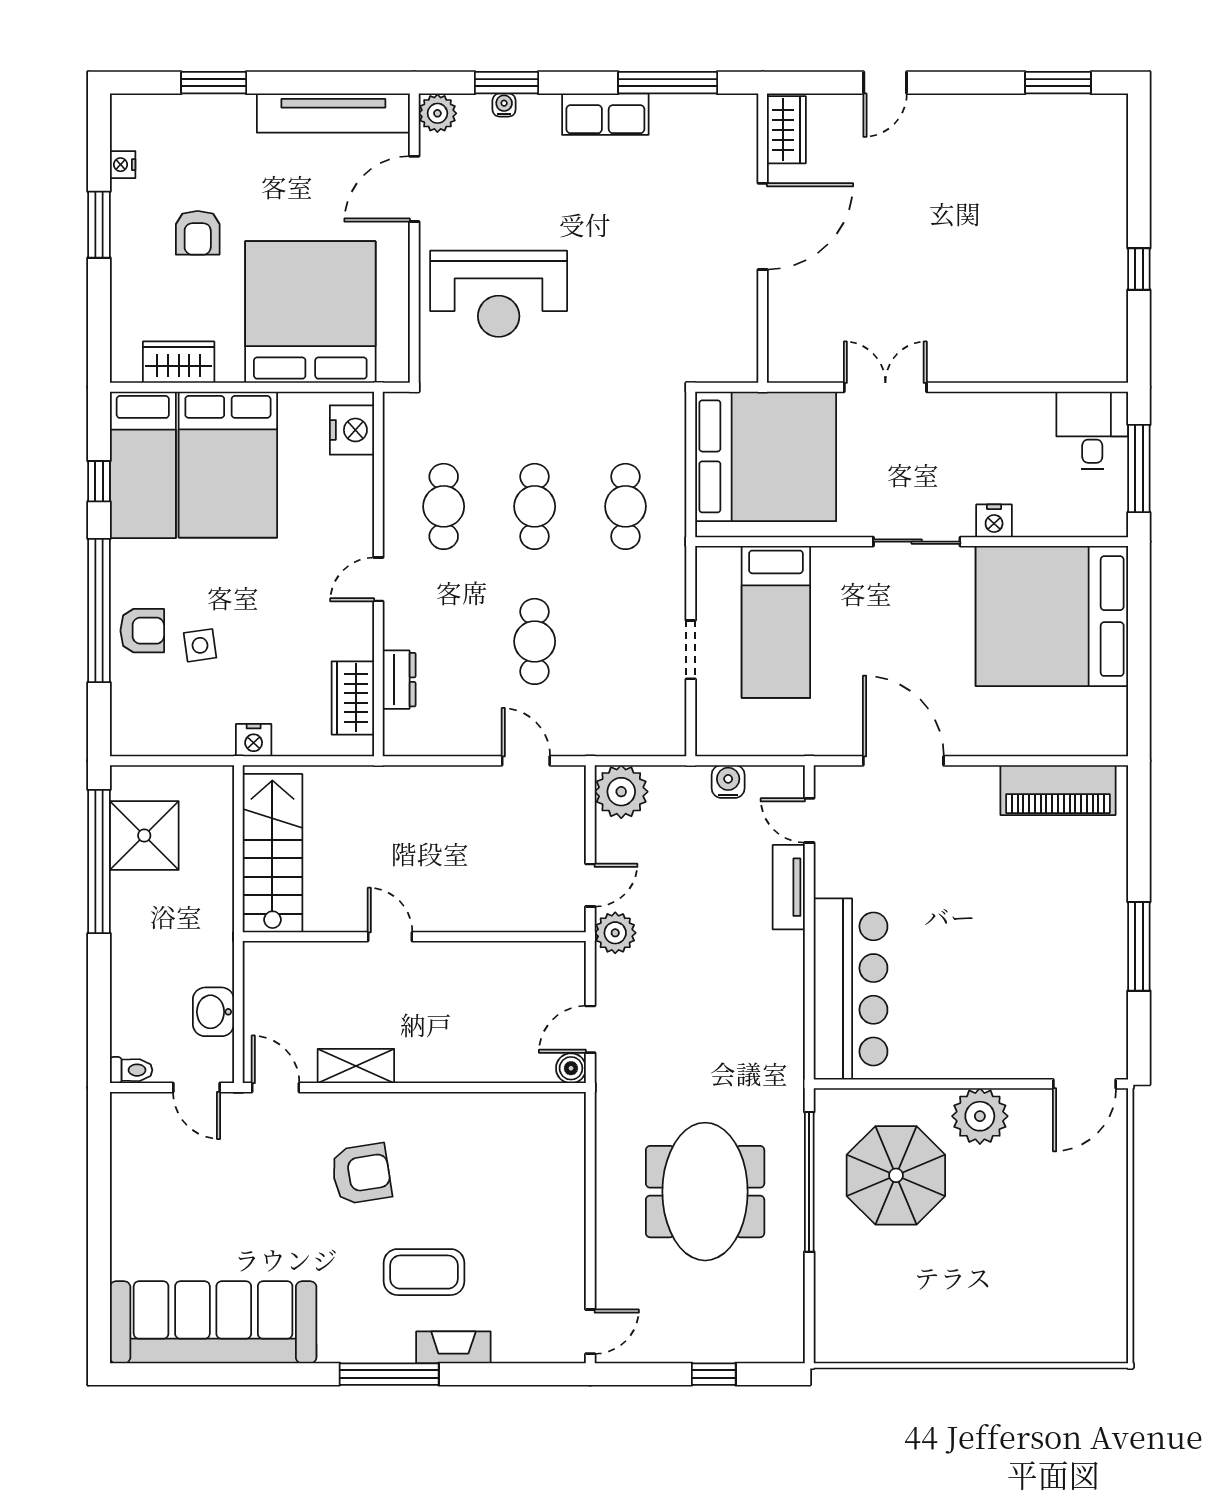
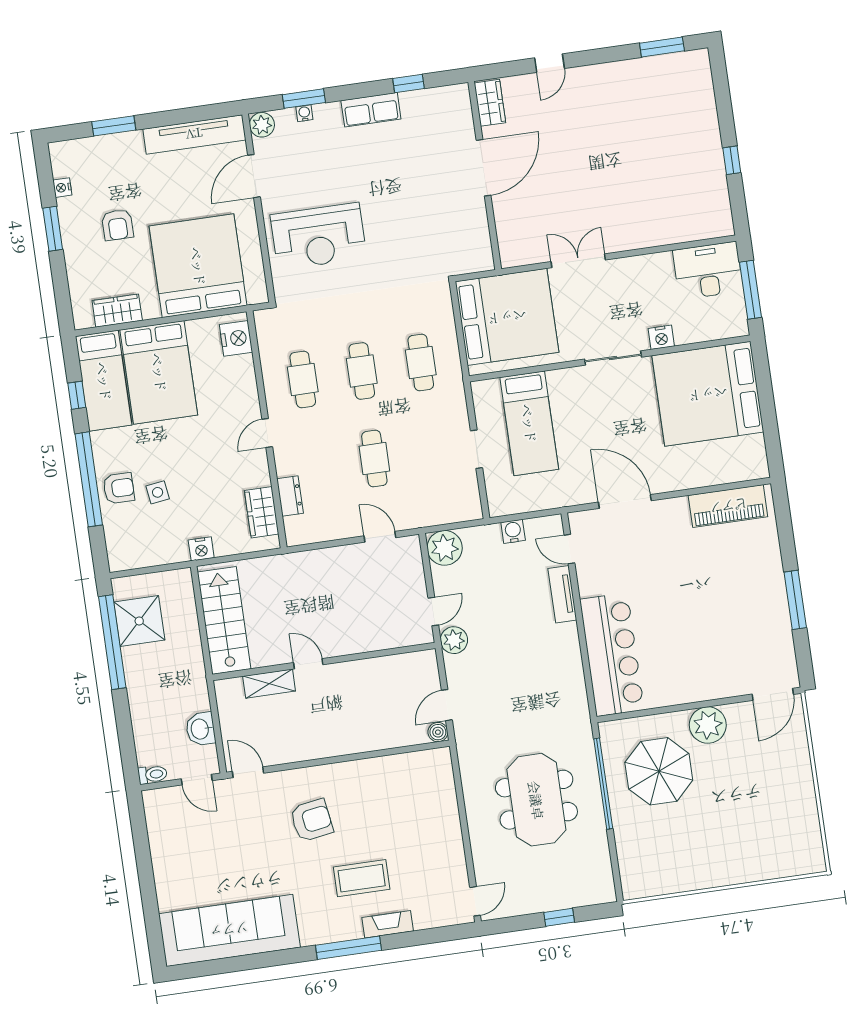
window: (668, 83) -> (408, 83), width x0.46
desk: (1092, 430) -> (708, 271), width x1.37
shelving: (356, 1066) -> (269, 684), moved

